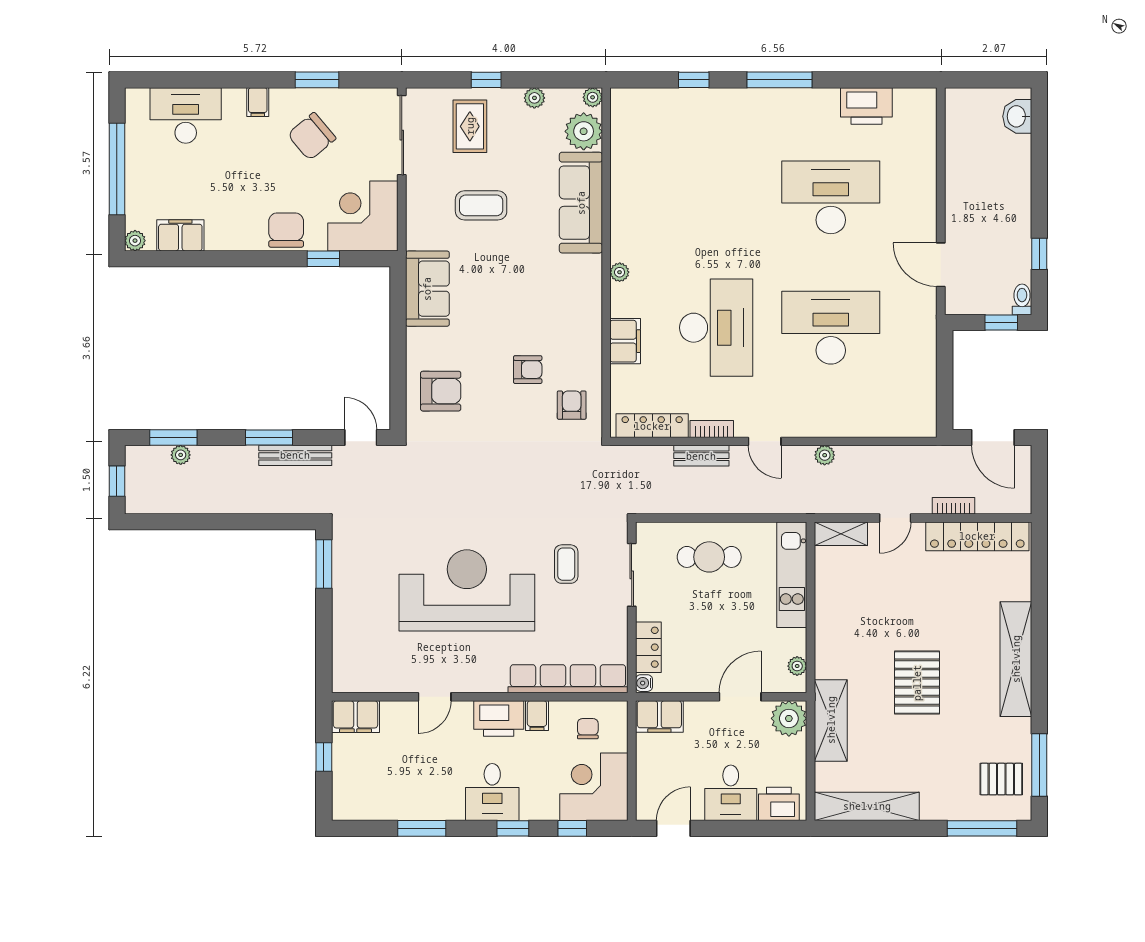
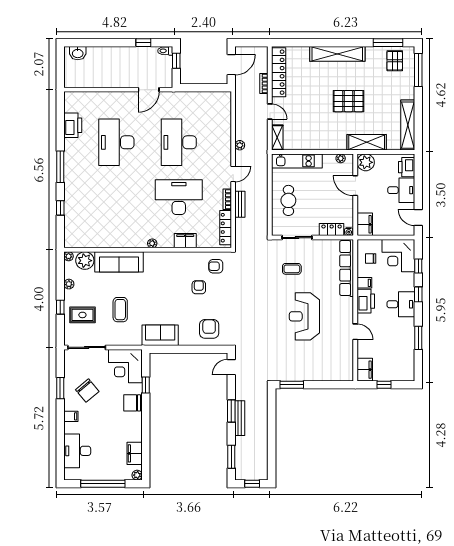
plant: (181, 455) -> (240, 453), removed
bench: (295, 455) -> (240, 418), moved
reception desk: (467, 590) -> (304, 316), width x0.74, depth x0.77

